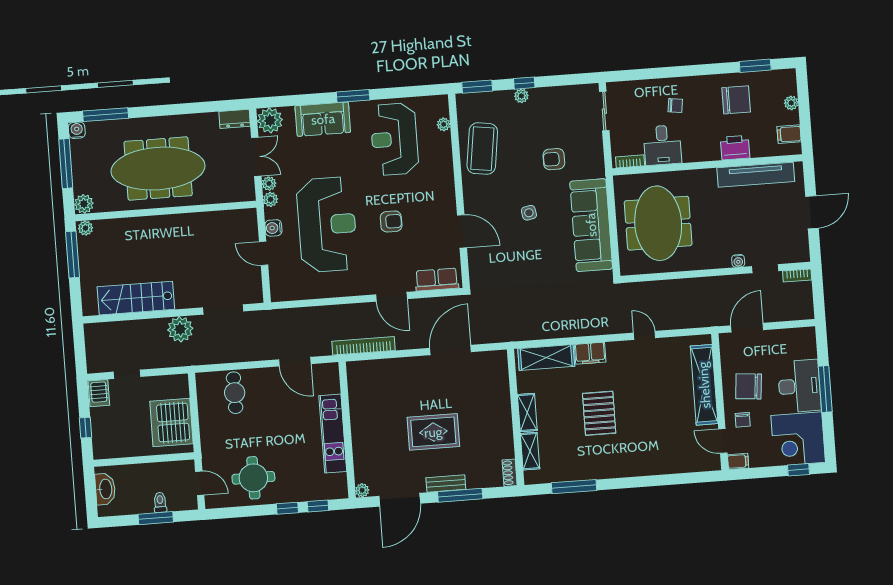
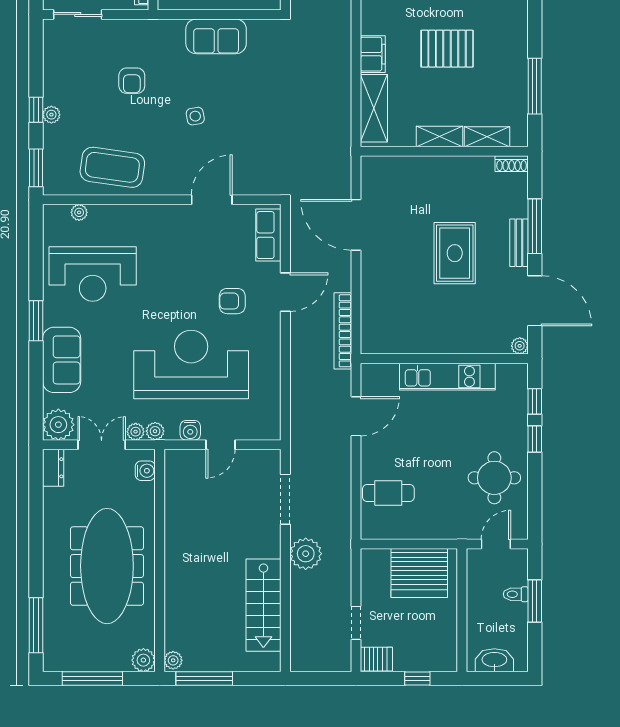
water cooler: (77, 130) -> (145, 471), moved, turned 180
armchair: (391, 221) -> (232, 301), moved, turned -90
sofa: (591, 225) -> (216, 36), width x0.54, depth x0.79

